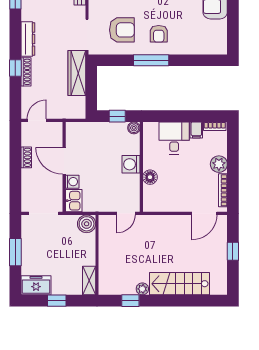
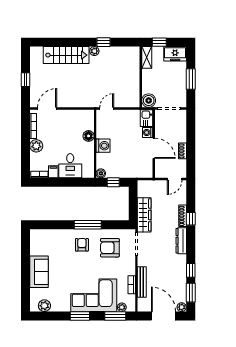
boiler: (87, 224) -> (149, 101), moved
wall: (97, 255) -> (141, 77), moved
shelving: (89, 281) -> (147, 57), moved

